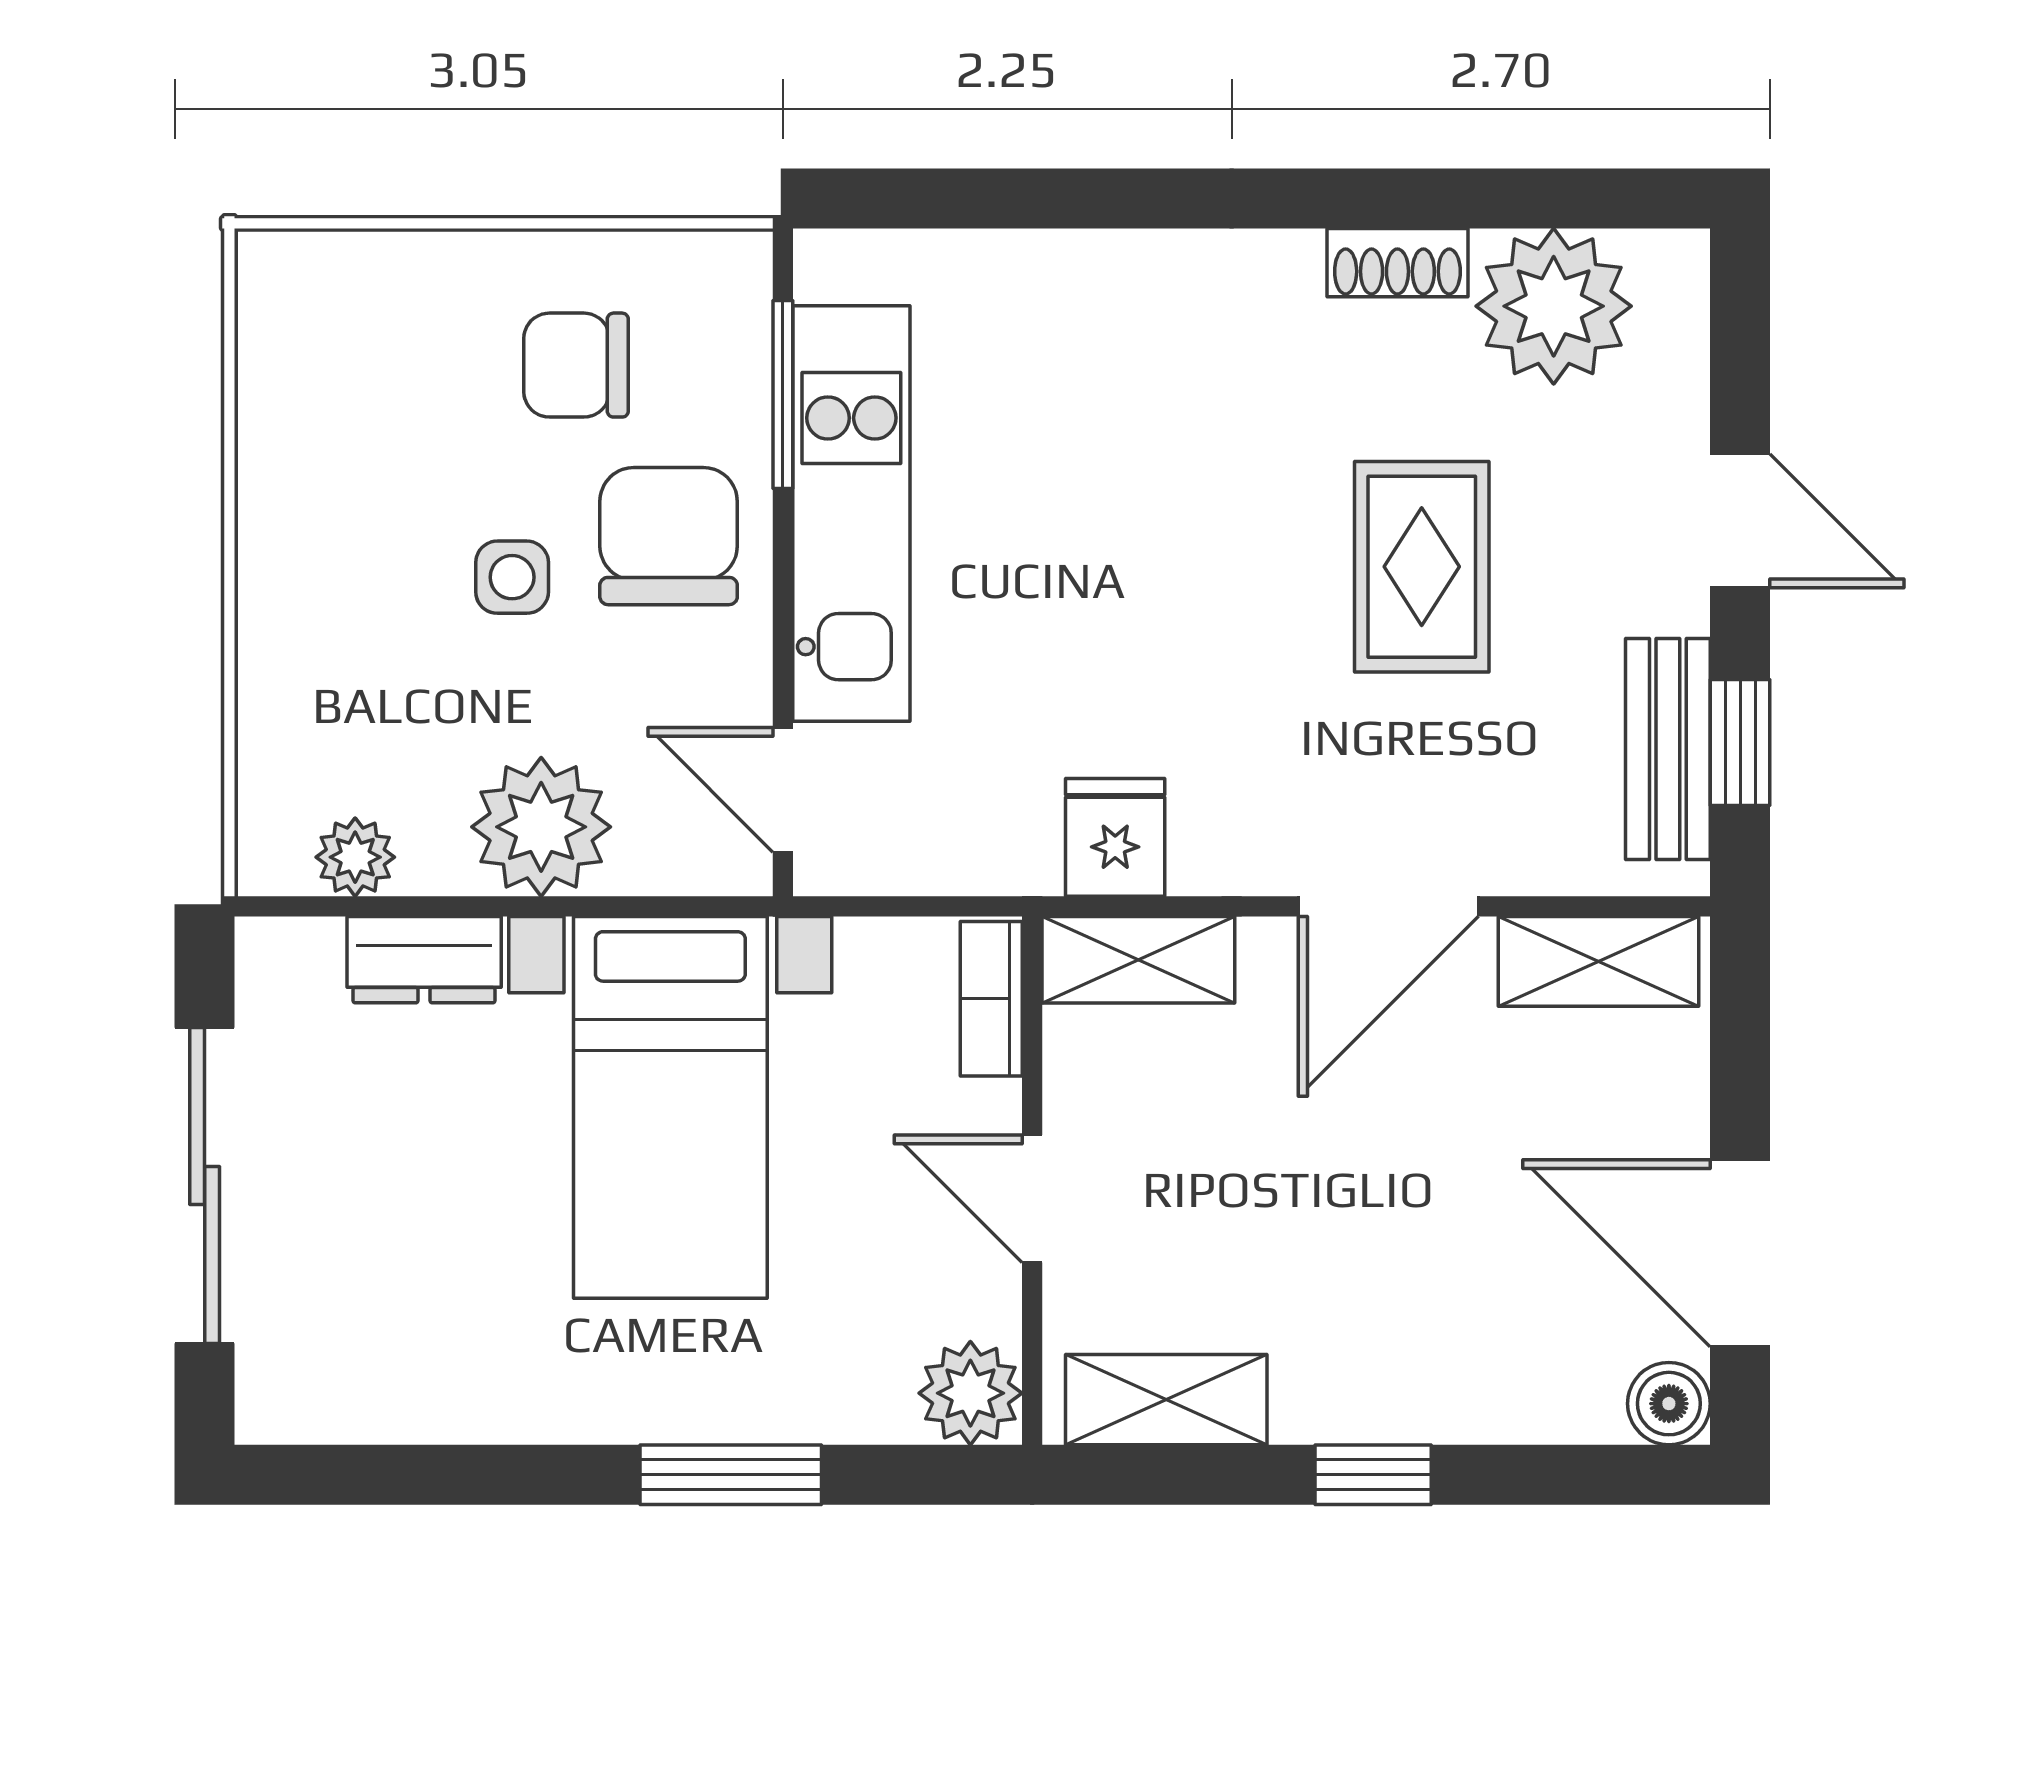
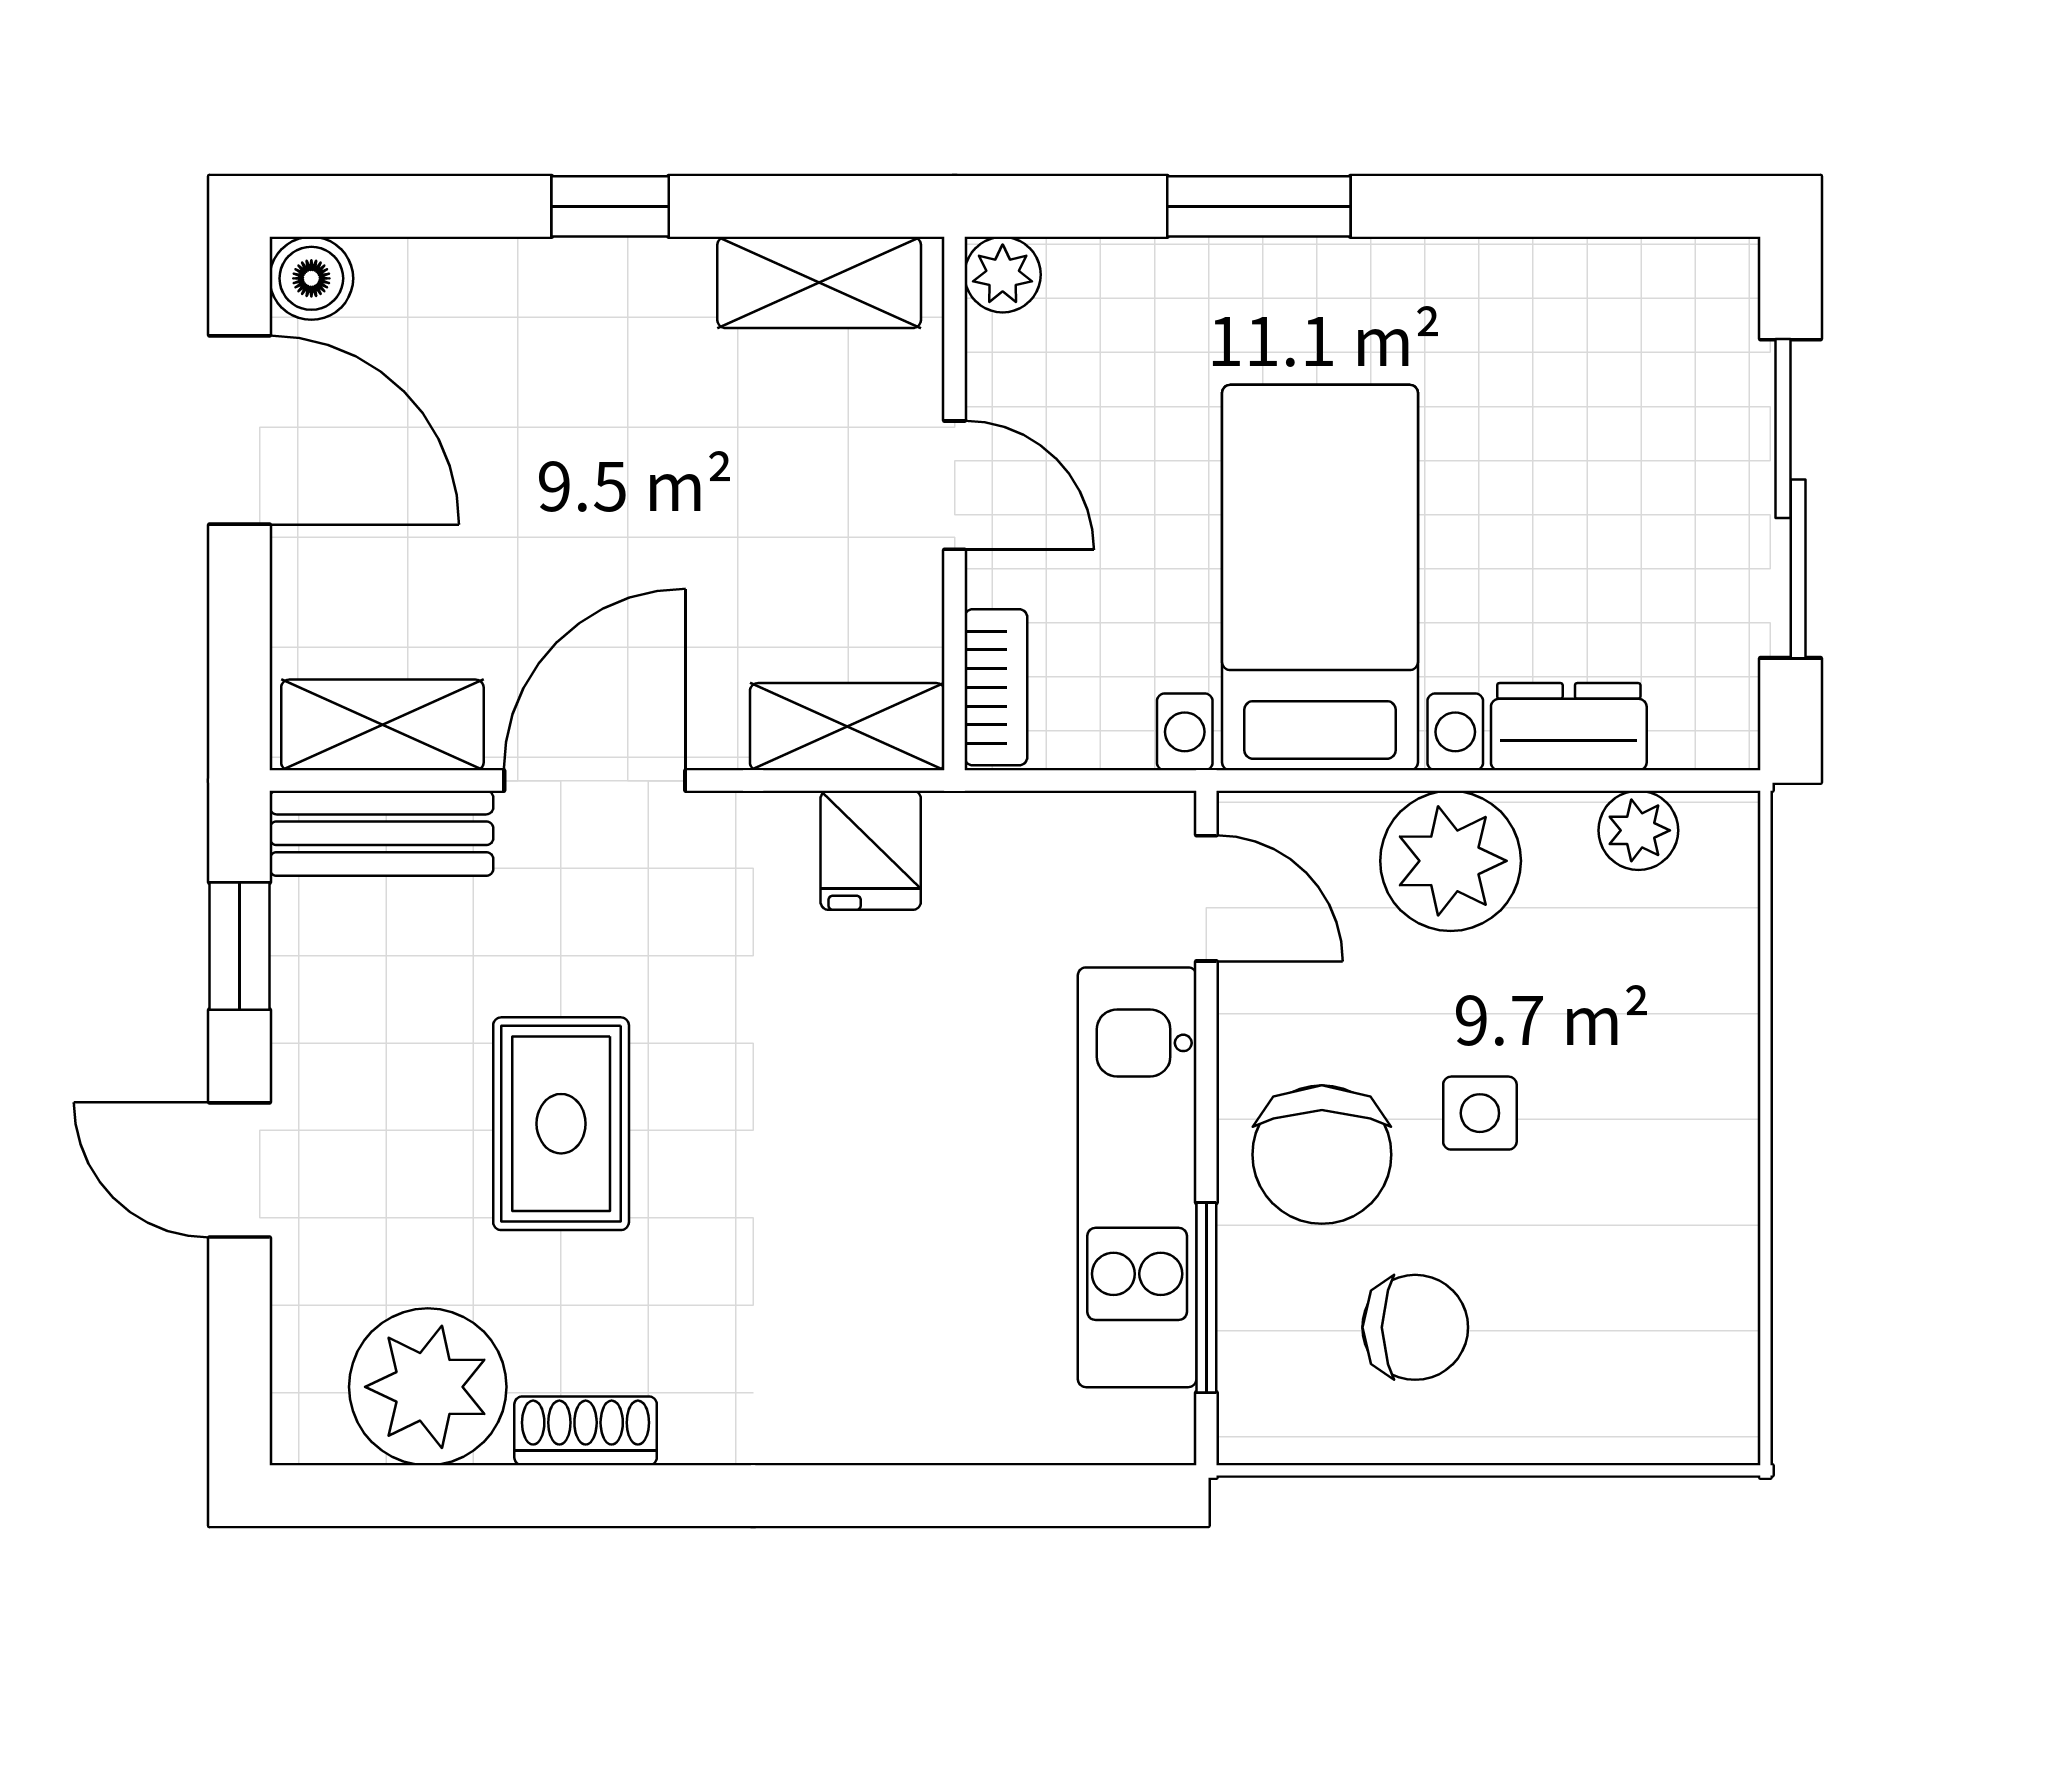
bench: (1668, 749) -> (381, 833), moved, turned 90
plant: (970, 1393) -> (1003, 275), width x0.73, depth x0.73

